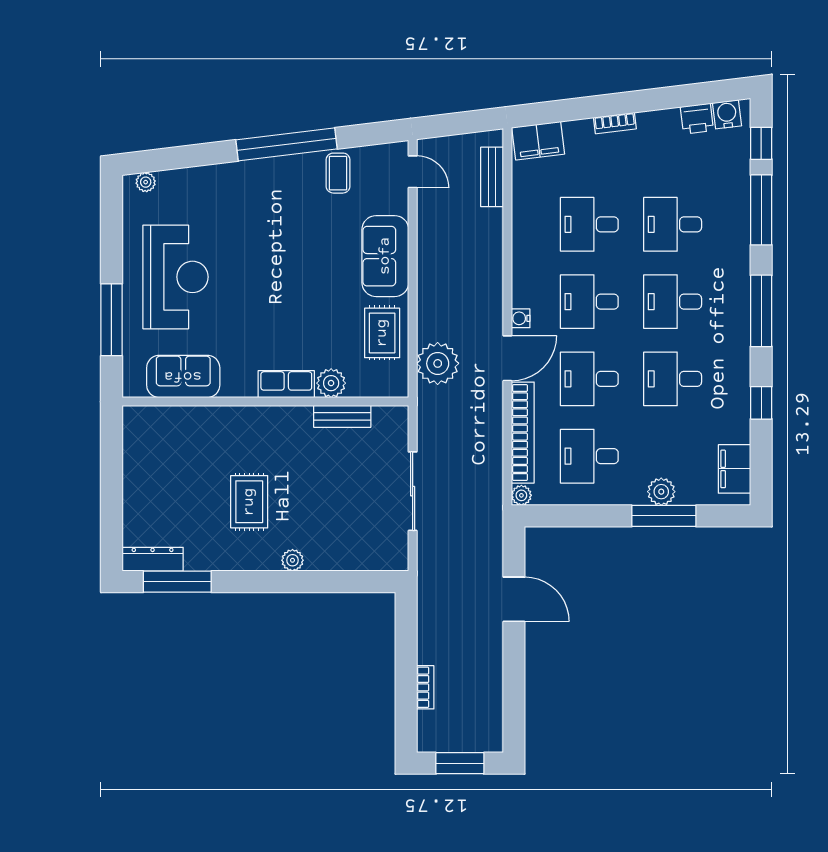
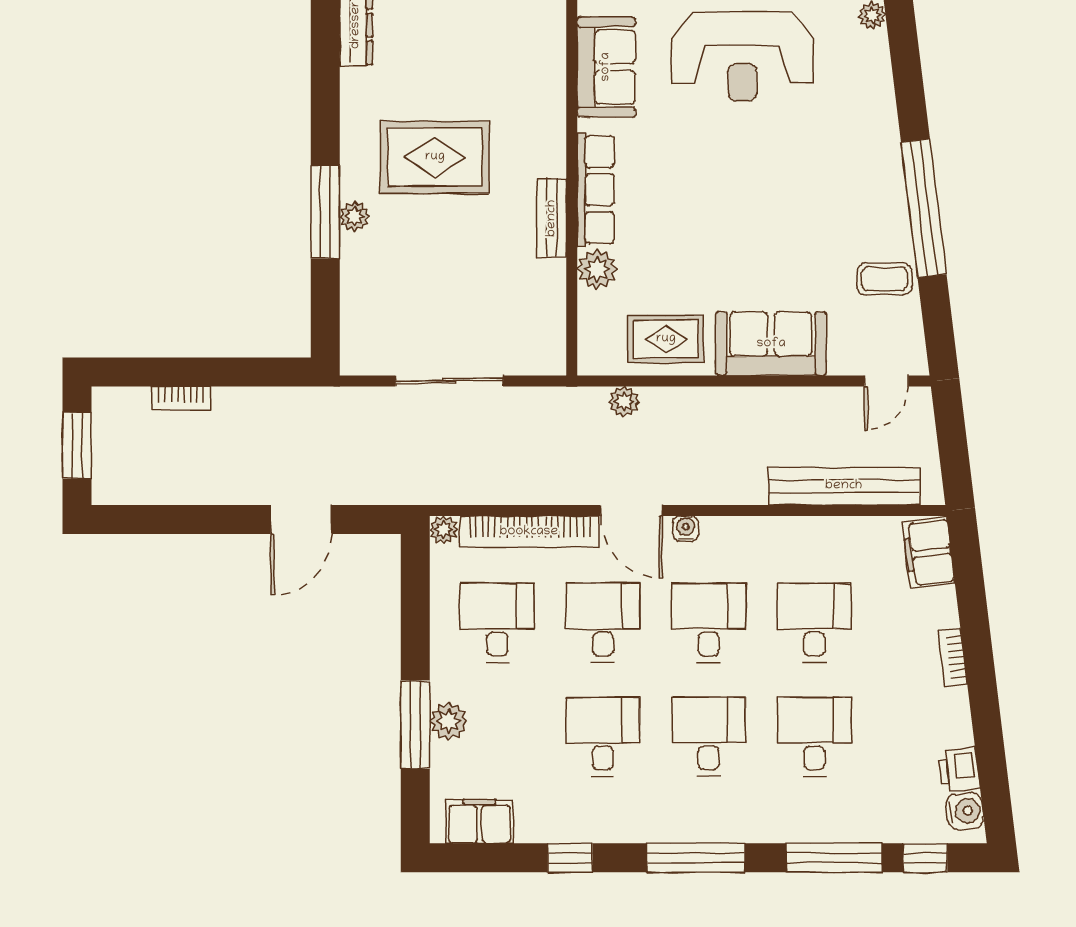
bench: (492, 177) -> (844, 486), width x1.86, depth x1.21
plant: (438, 363) -> (624, 402), width x0.53, depth x0.53
row of seats: (286, 384) -> (596, 190), width x1.48
bench: (342, 416) -> (552, 218), moved
rug: (249, 502) -> (435, 157), width x1.36, depth x1.43
window: (177, 582) -> (325, 212), moved

